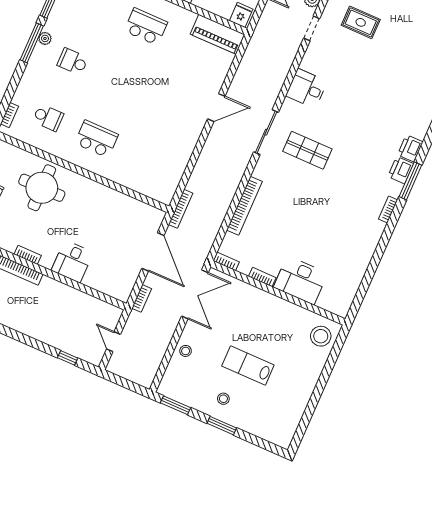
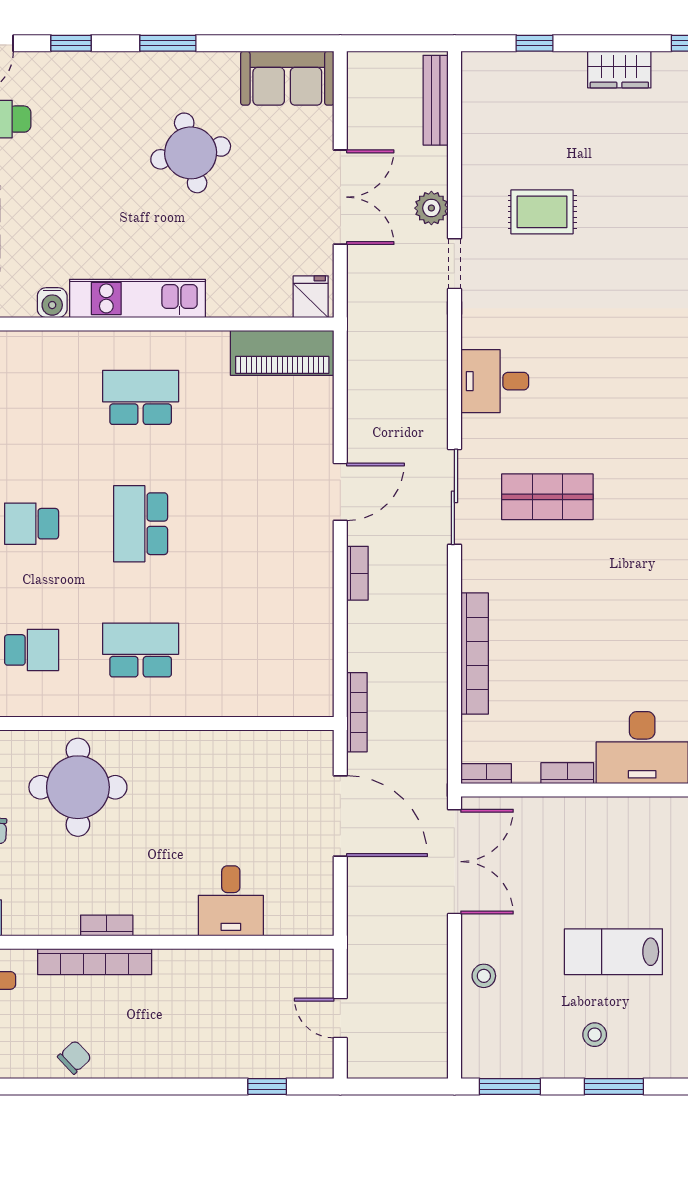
school desk: (121, 83) -> (141, 524), added
desk: (72, 261) -> (231, 901), moved
bookcase: (142, 298) -> (357, 573), moved

